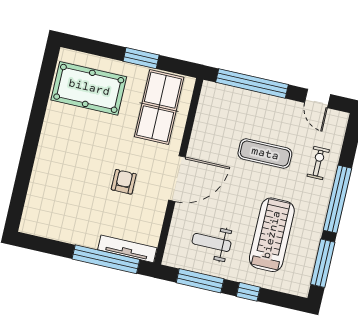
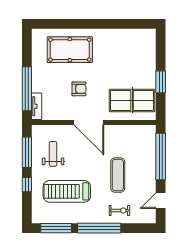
pool table: (89, 88) -> (70, 50), moved, turned 90
treadmill: (272, 235) -> (67, 191), turned 180
tv unit: (127, 249) -> (37, 106), width x0.71

